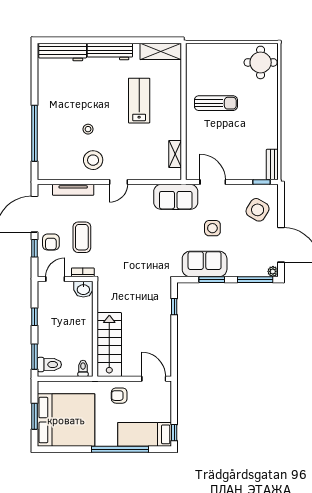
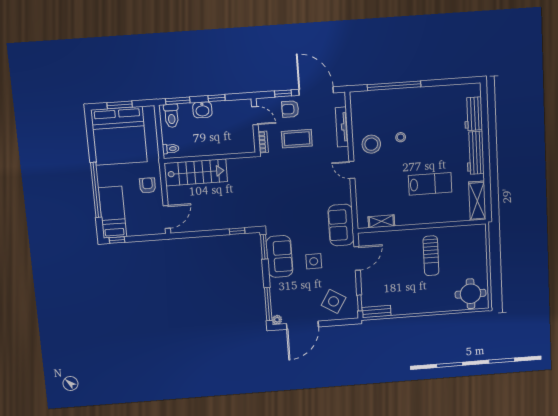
workbench: (63, 52) -> (473, 114), width x0.73
window: (212, 280) -> (264, 247), moved
washbasin: (83, 289) -> (202, 110), moved, turned -90

